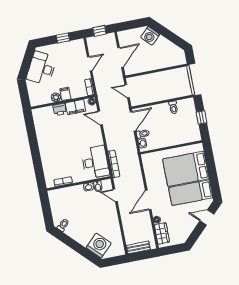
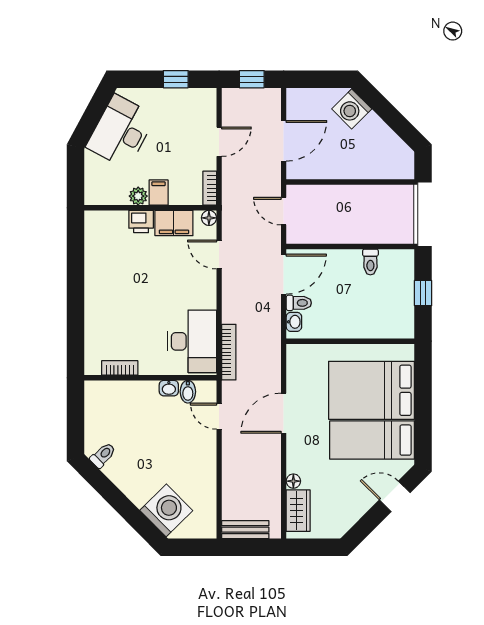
door: (148, 200) -> (284, 413), moved

